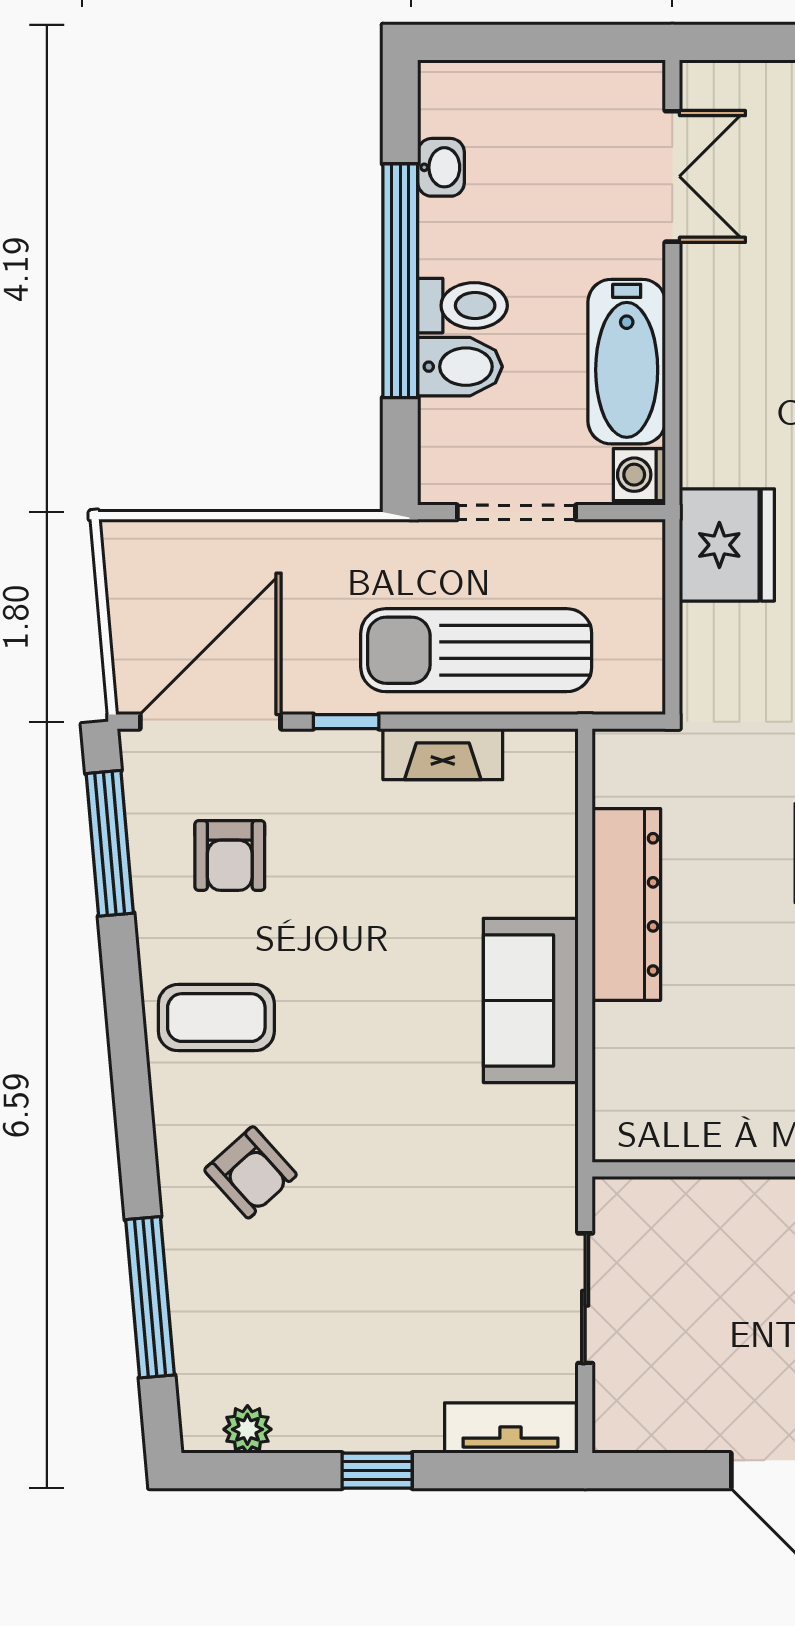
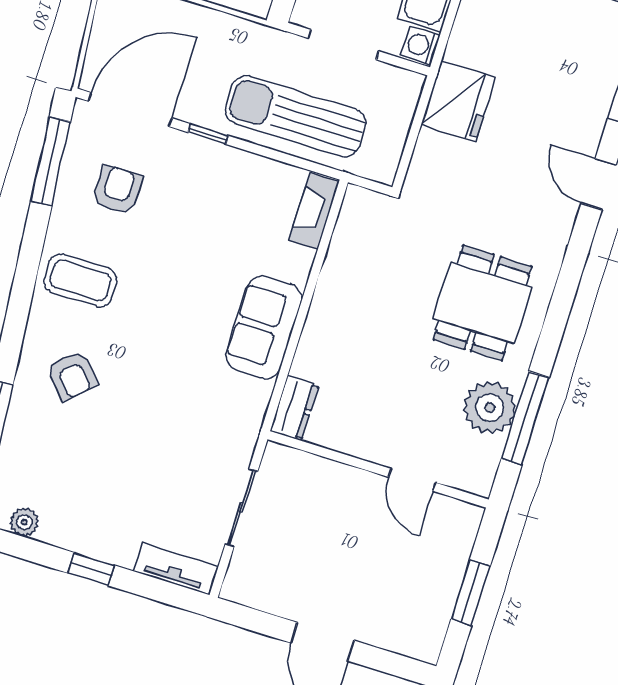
fireplace: (443, 754) -> (314, 211), moved, turned 90
armchair: (230, 856) -> (117, 190), turned 180
dresser: (626, 904) -> (294, 408), moved, width x0.51, depth x0.80

